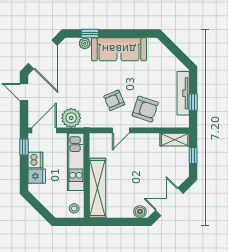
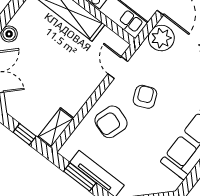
window: (193, 102) -> (80, 177), width x1.50
door: (121, 130) -> (118, 68), moved

